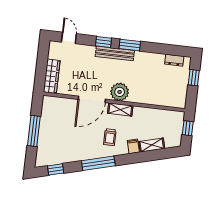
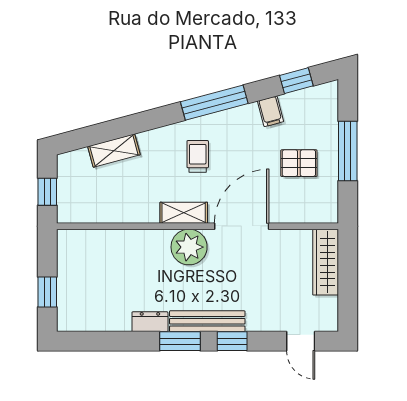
dresser: (174, 60) -> (150, 322), moved
pallet: (59, 128) -> (299, 163), added
filing cabinet: (133, 146) -> (271, 111), moved

